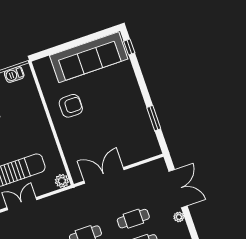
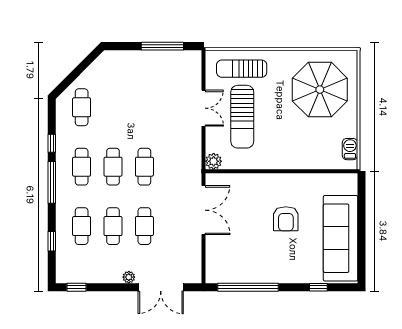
window: (129, 47) -> (318, 287), moved
armchair: (71, 106) -> (286, 219), moved
window: (154, 118) -> (248, 287), width x2.11

